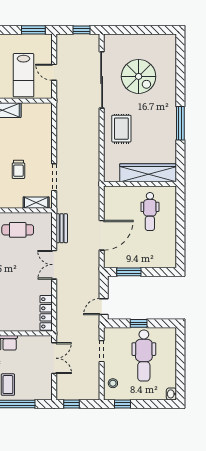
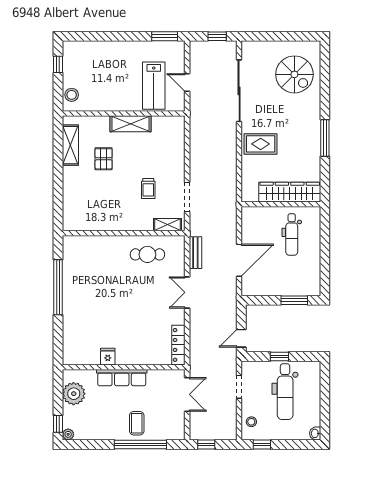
spiral stairs: (139, 76) -> (294, 74), moved
rug: (121, 129) -> (261, 144), turned 90
window: (129, 272) -> (294, 300), moved

